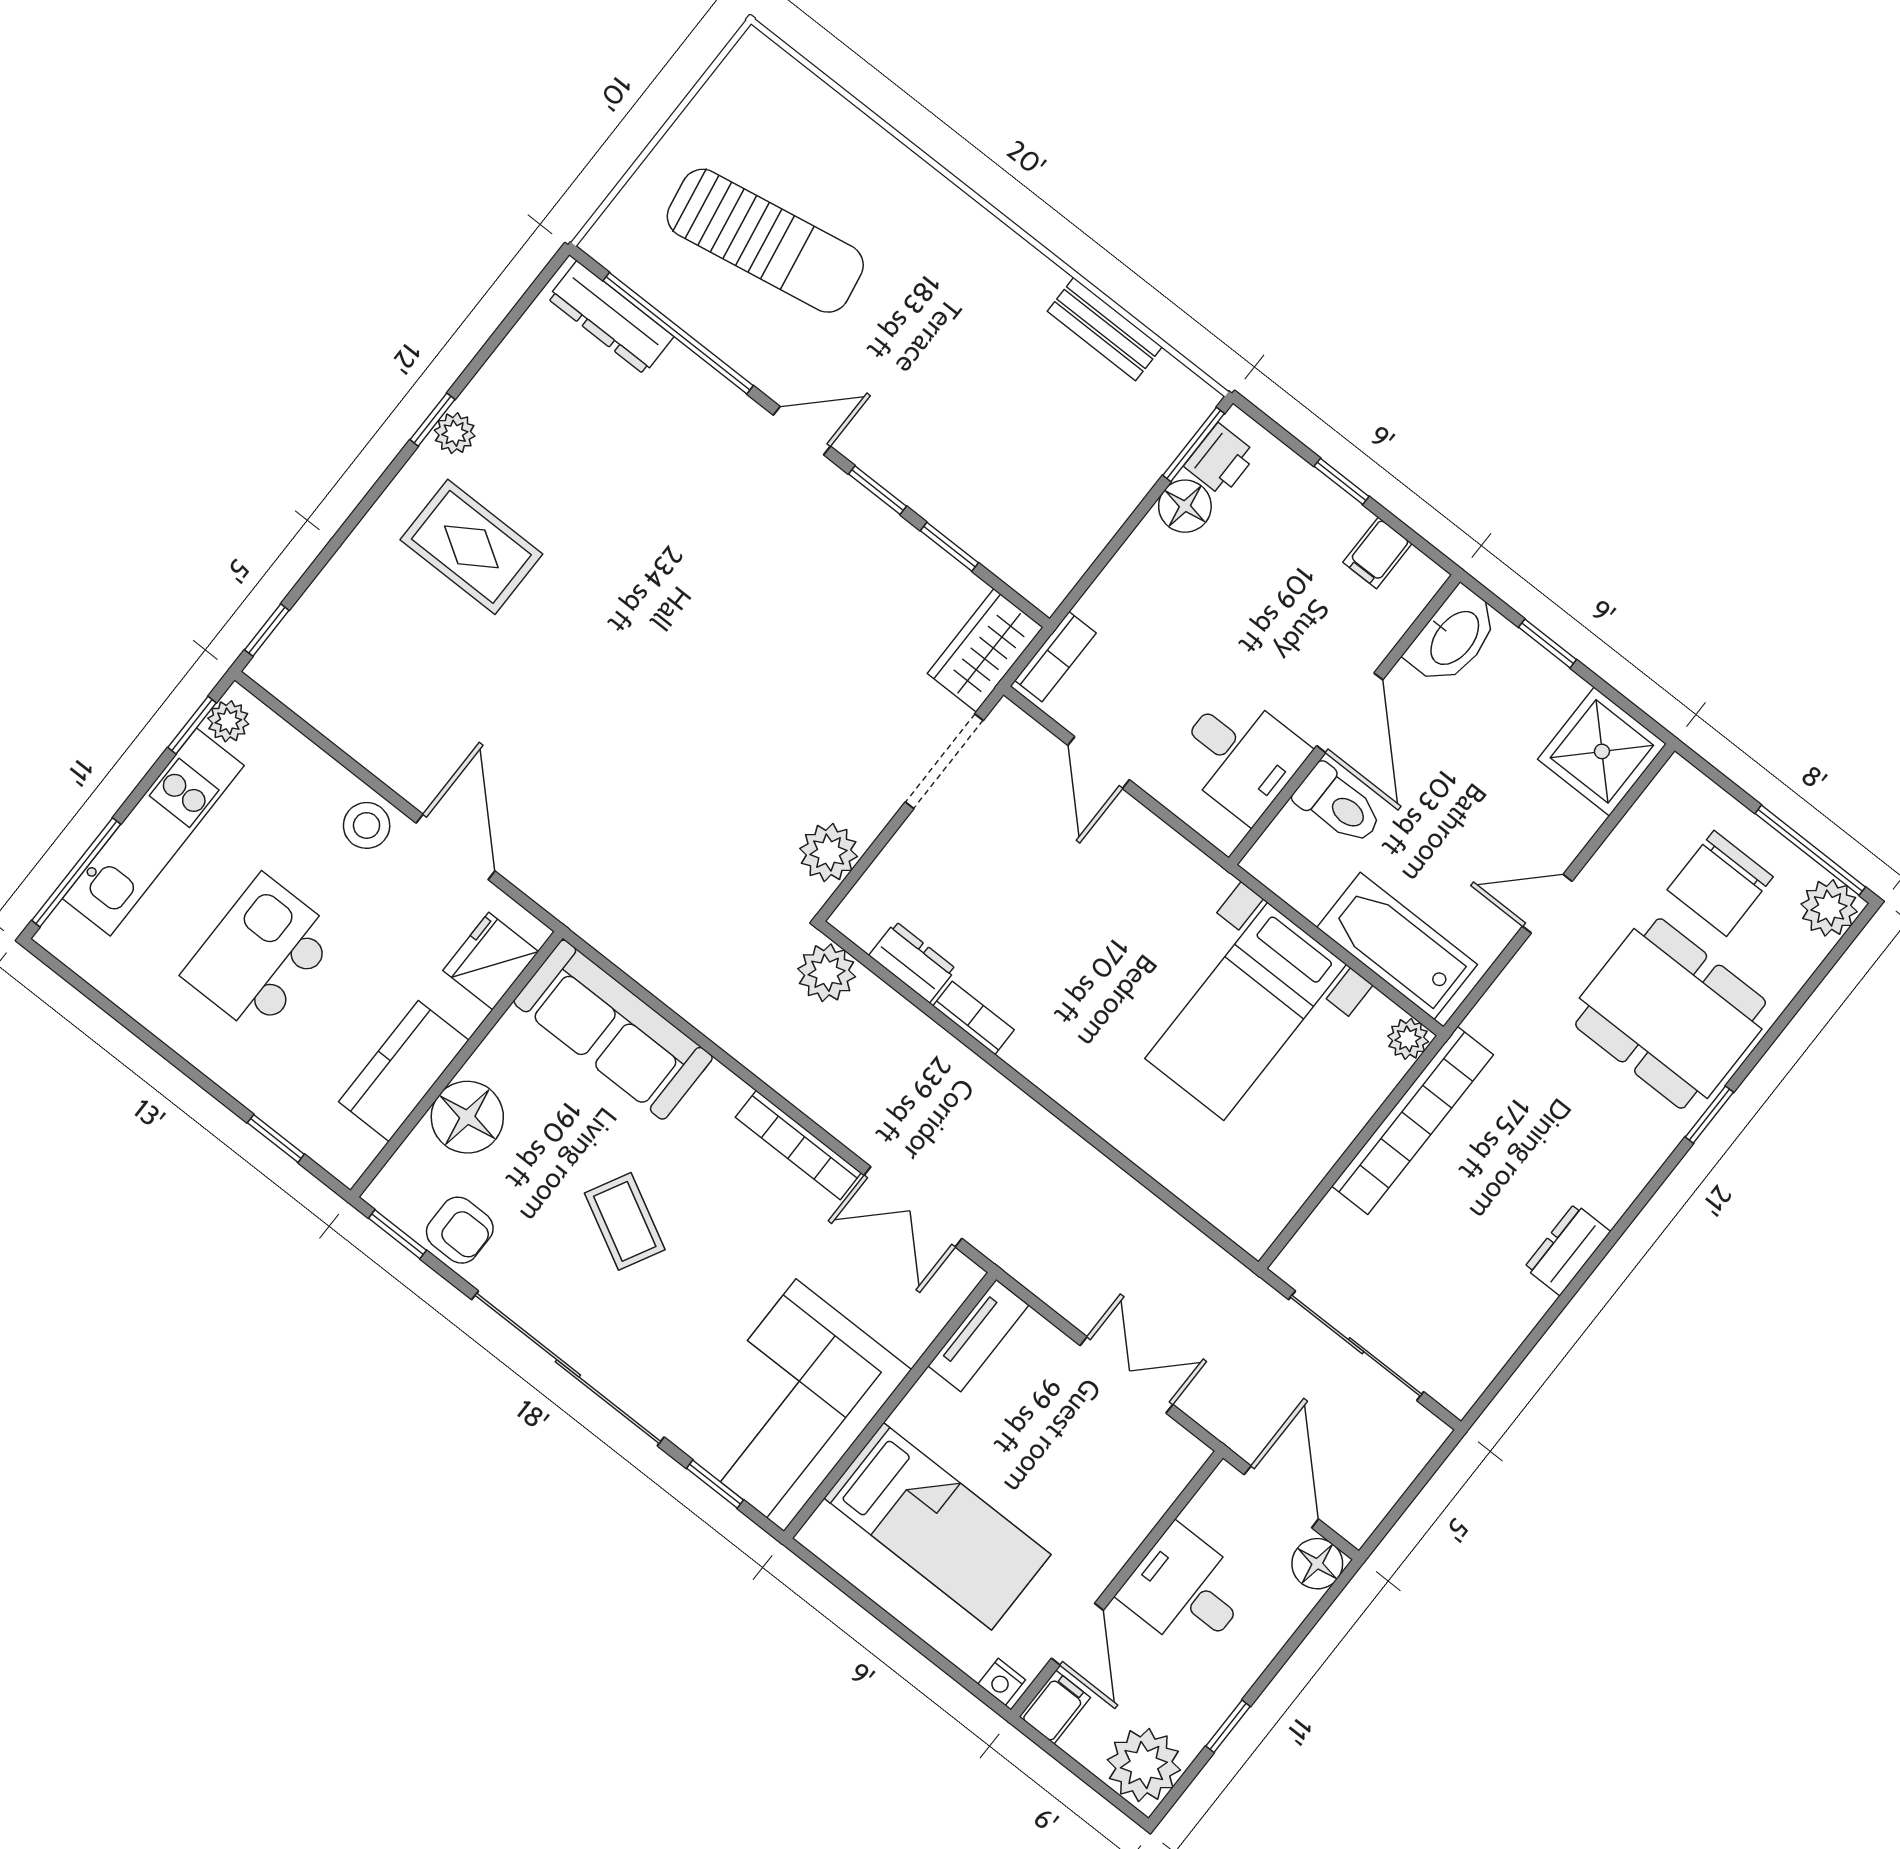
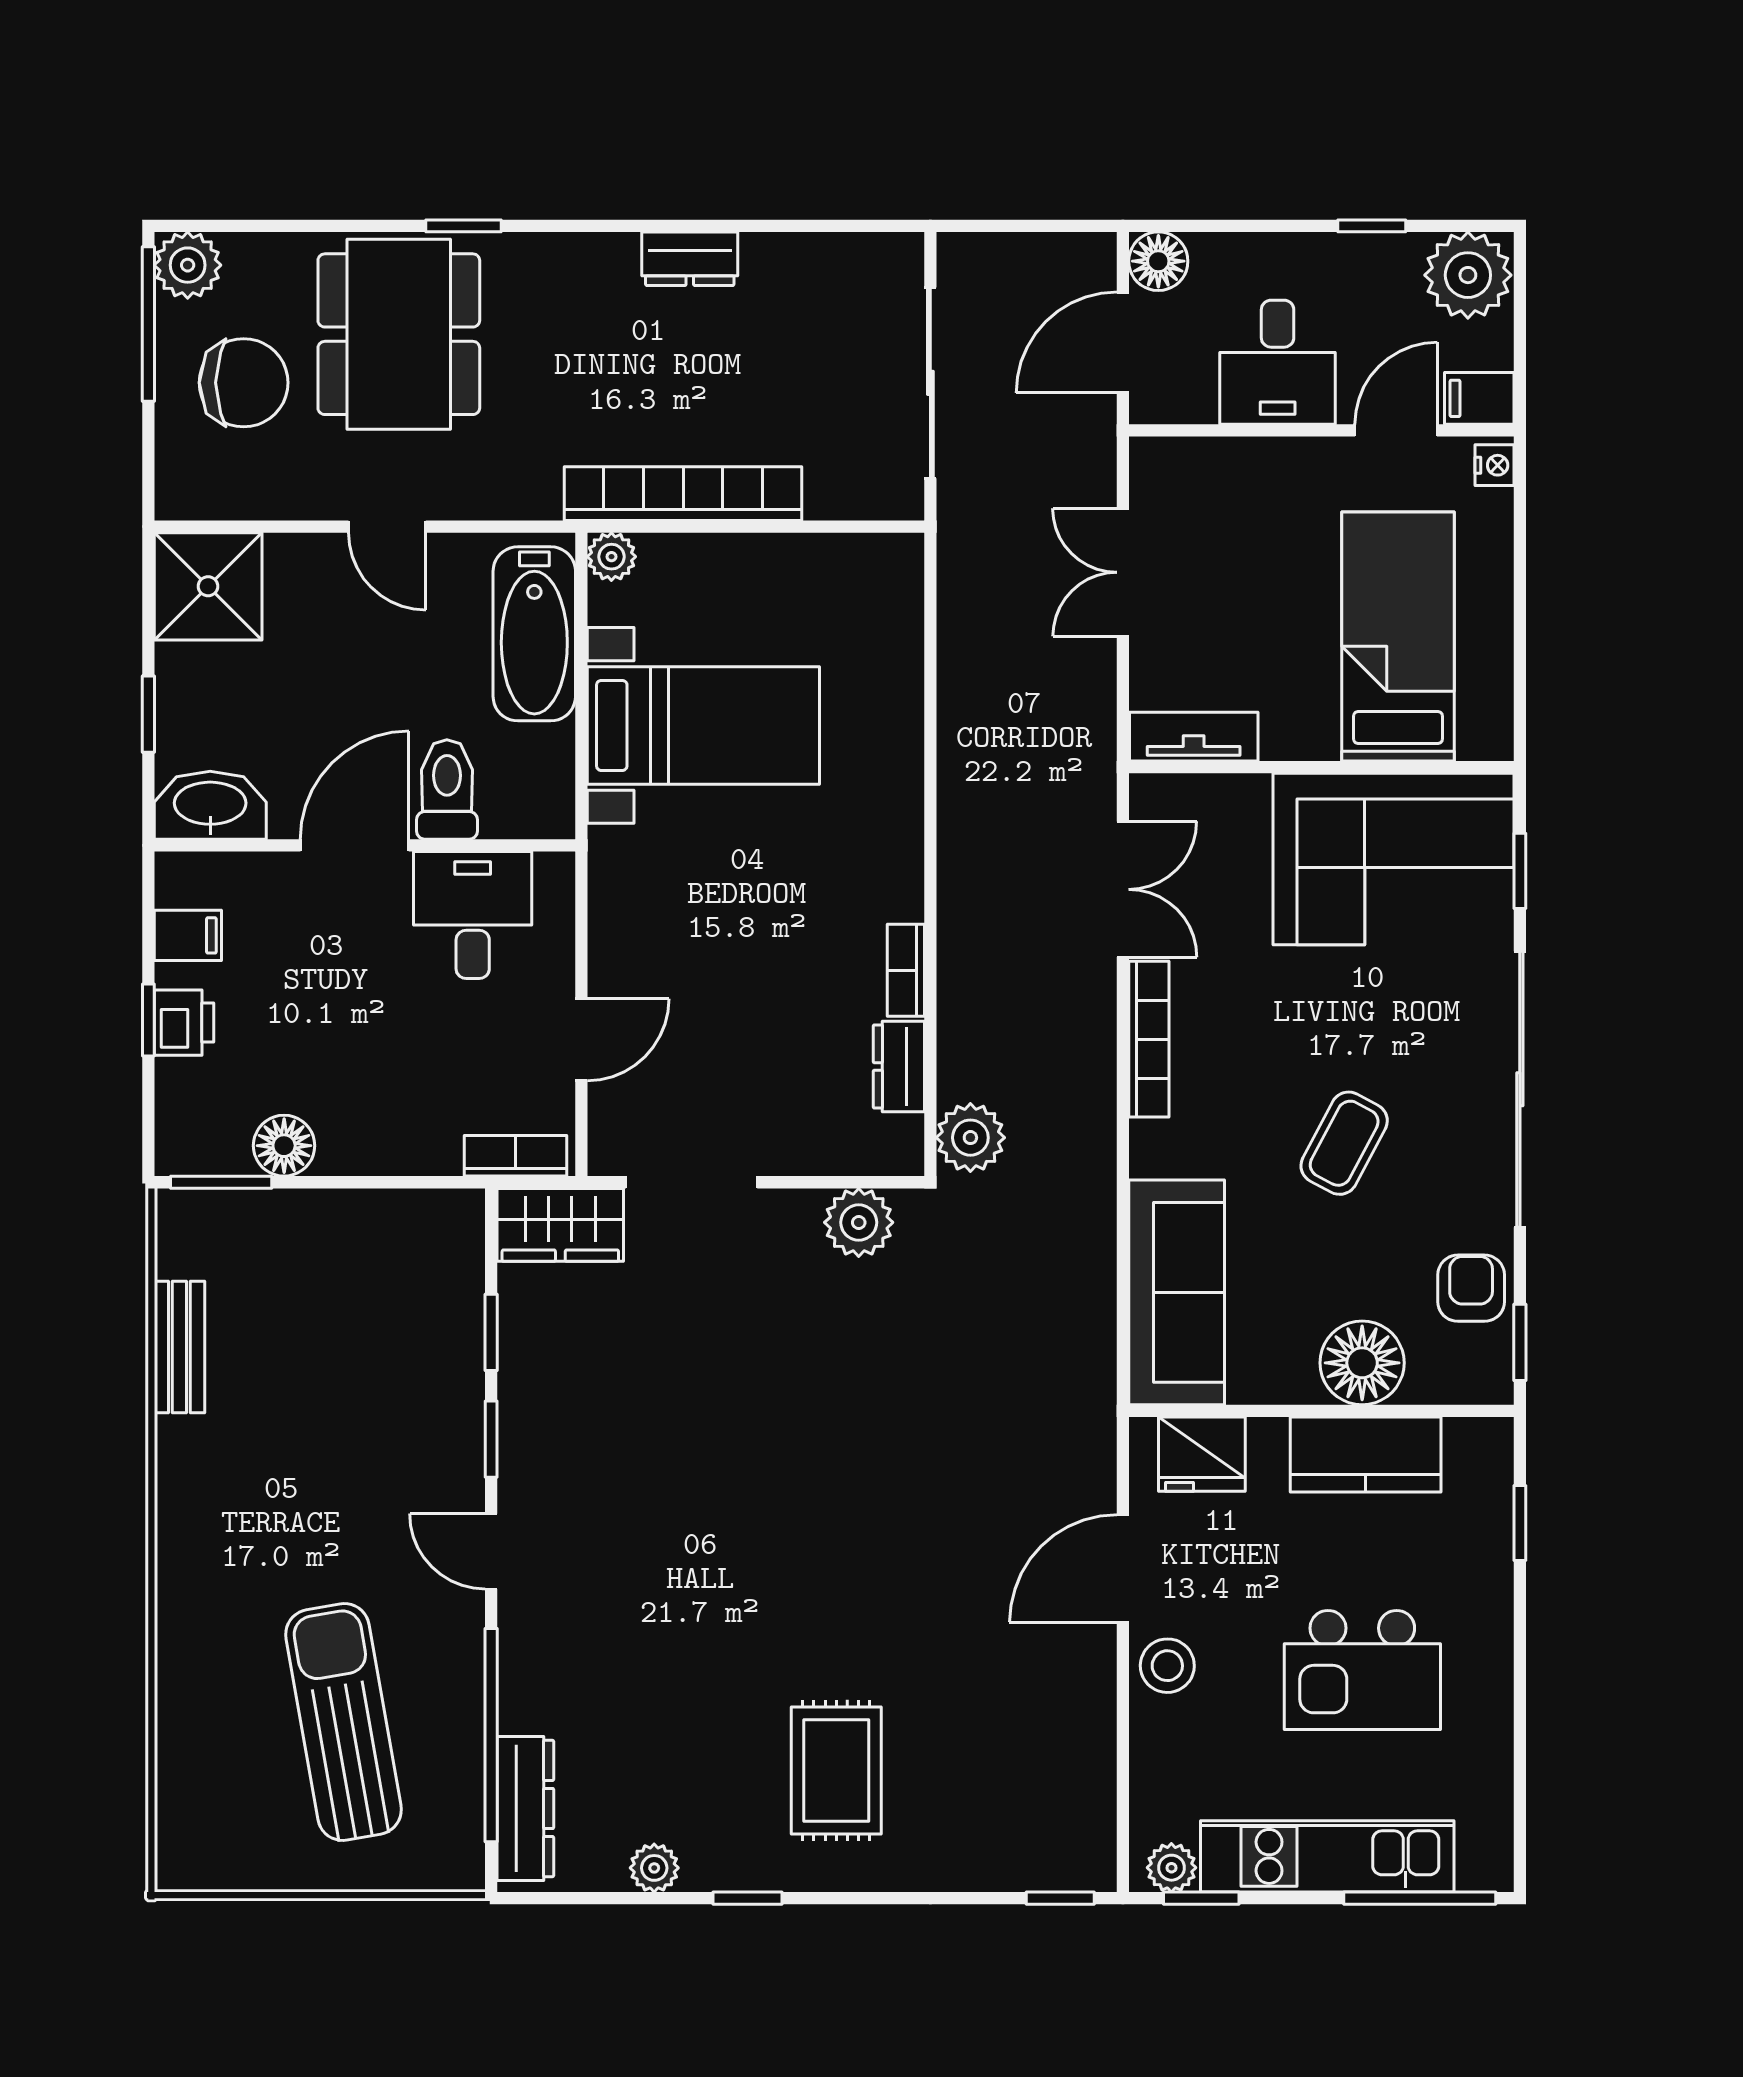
plant: (455, 433) -> (654, 1868), moved
printer: (1220, 460) -> (184, 1023), moved, turned 90

